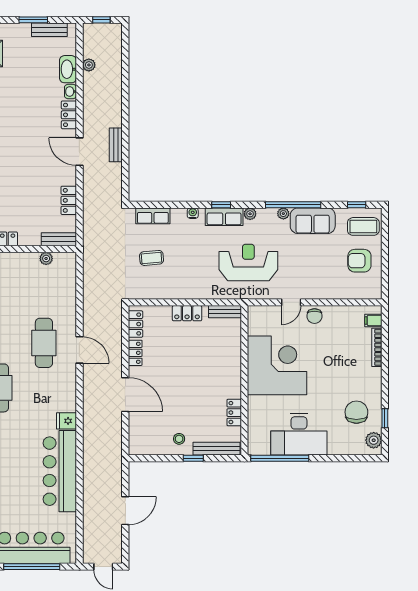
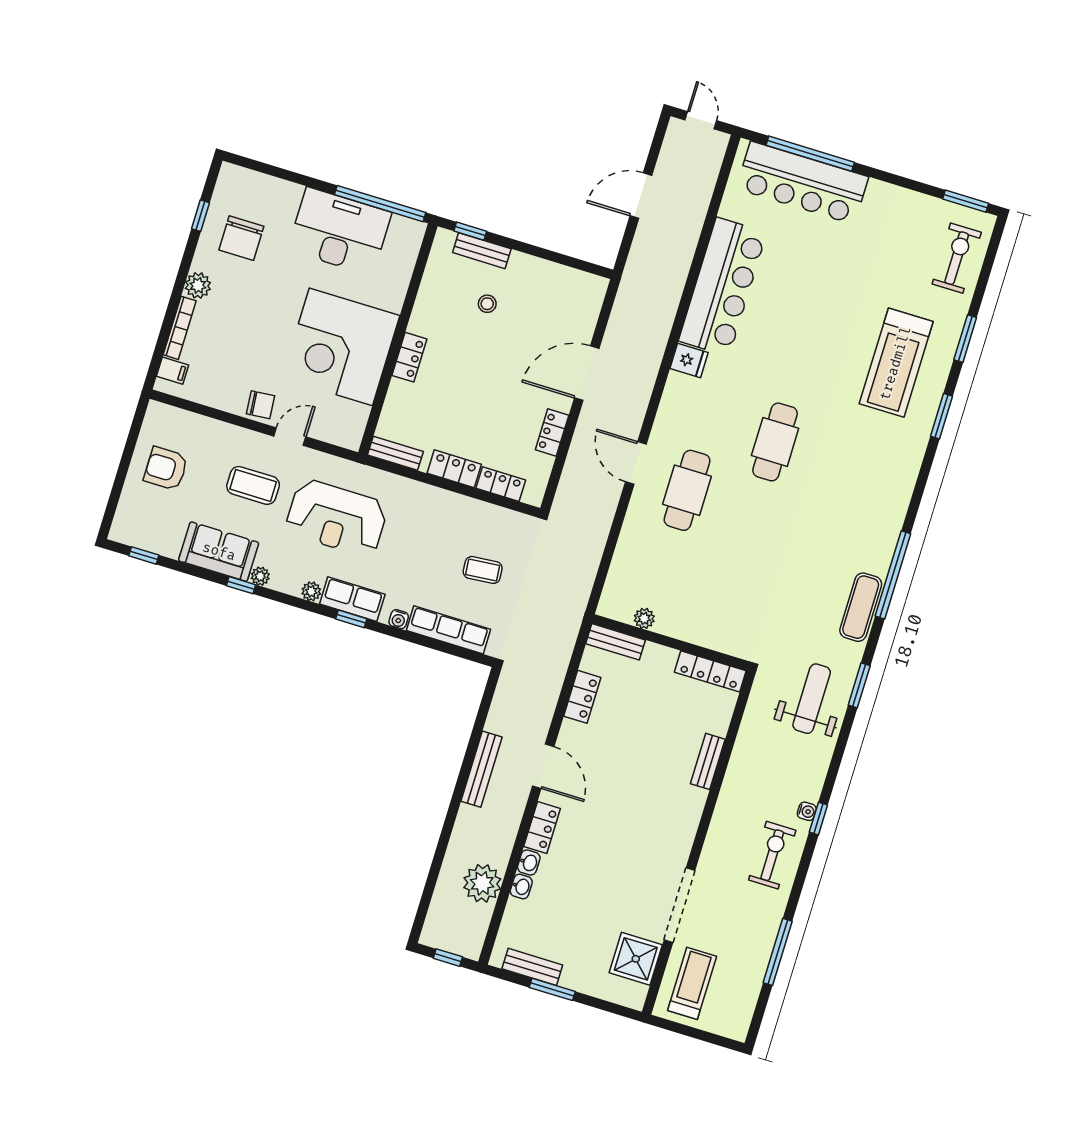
plant: (89, 65) -> (482, 883), width x1.88, depth x1.88
washbasin: (68, 69) -> (521, 887), width x0.52, depth x0.69
bench: (116, 145) -> (482, 769), width x1.36
window: (293, 205) -> (241, 585), width x0.32
row of seats: (153, 216) -> (448, 630), width x1.48
coffee table: (363, 226) -> (253, 485), moved
armchair: (359, 261) -> (166, 469), turned 180
chair: (314, 316) -> (261, 405), turned 85
locker: (135, 324) -> (501, 484), moved, turned 90
door: (125, 395) -> (587, 373), hinge flipped
locker: (234, 413) -> (409, 357), moved
stool: (179, 439) -> (487, 304), moved
plant: (374, 440) -> (198, 285), moved
bench: (217, 449) -> (482, 251), width x0.73
window: (193, 458) -> (470, 231), moved

